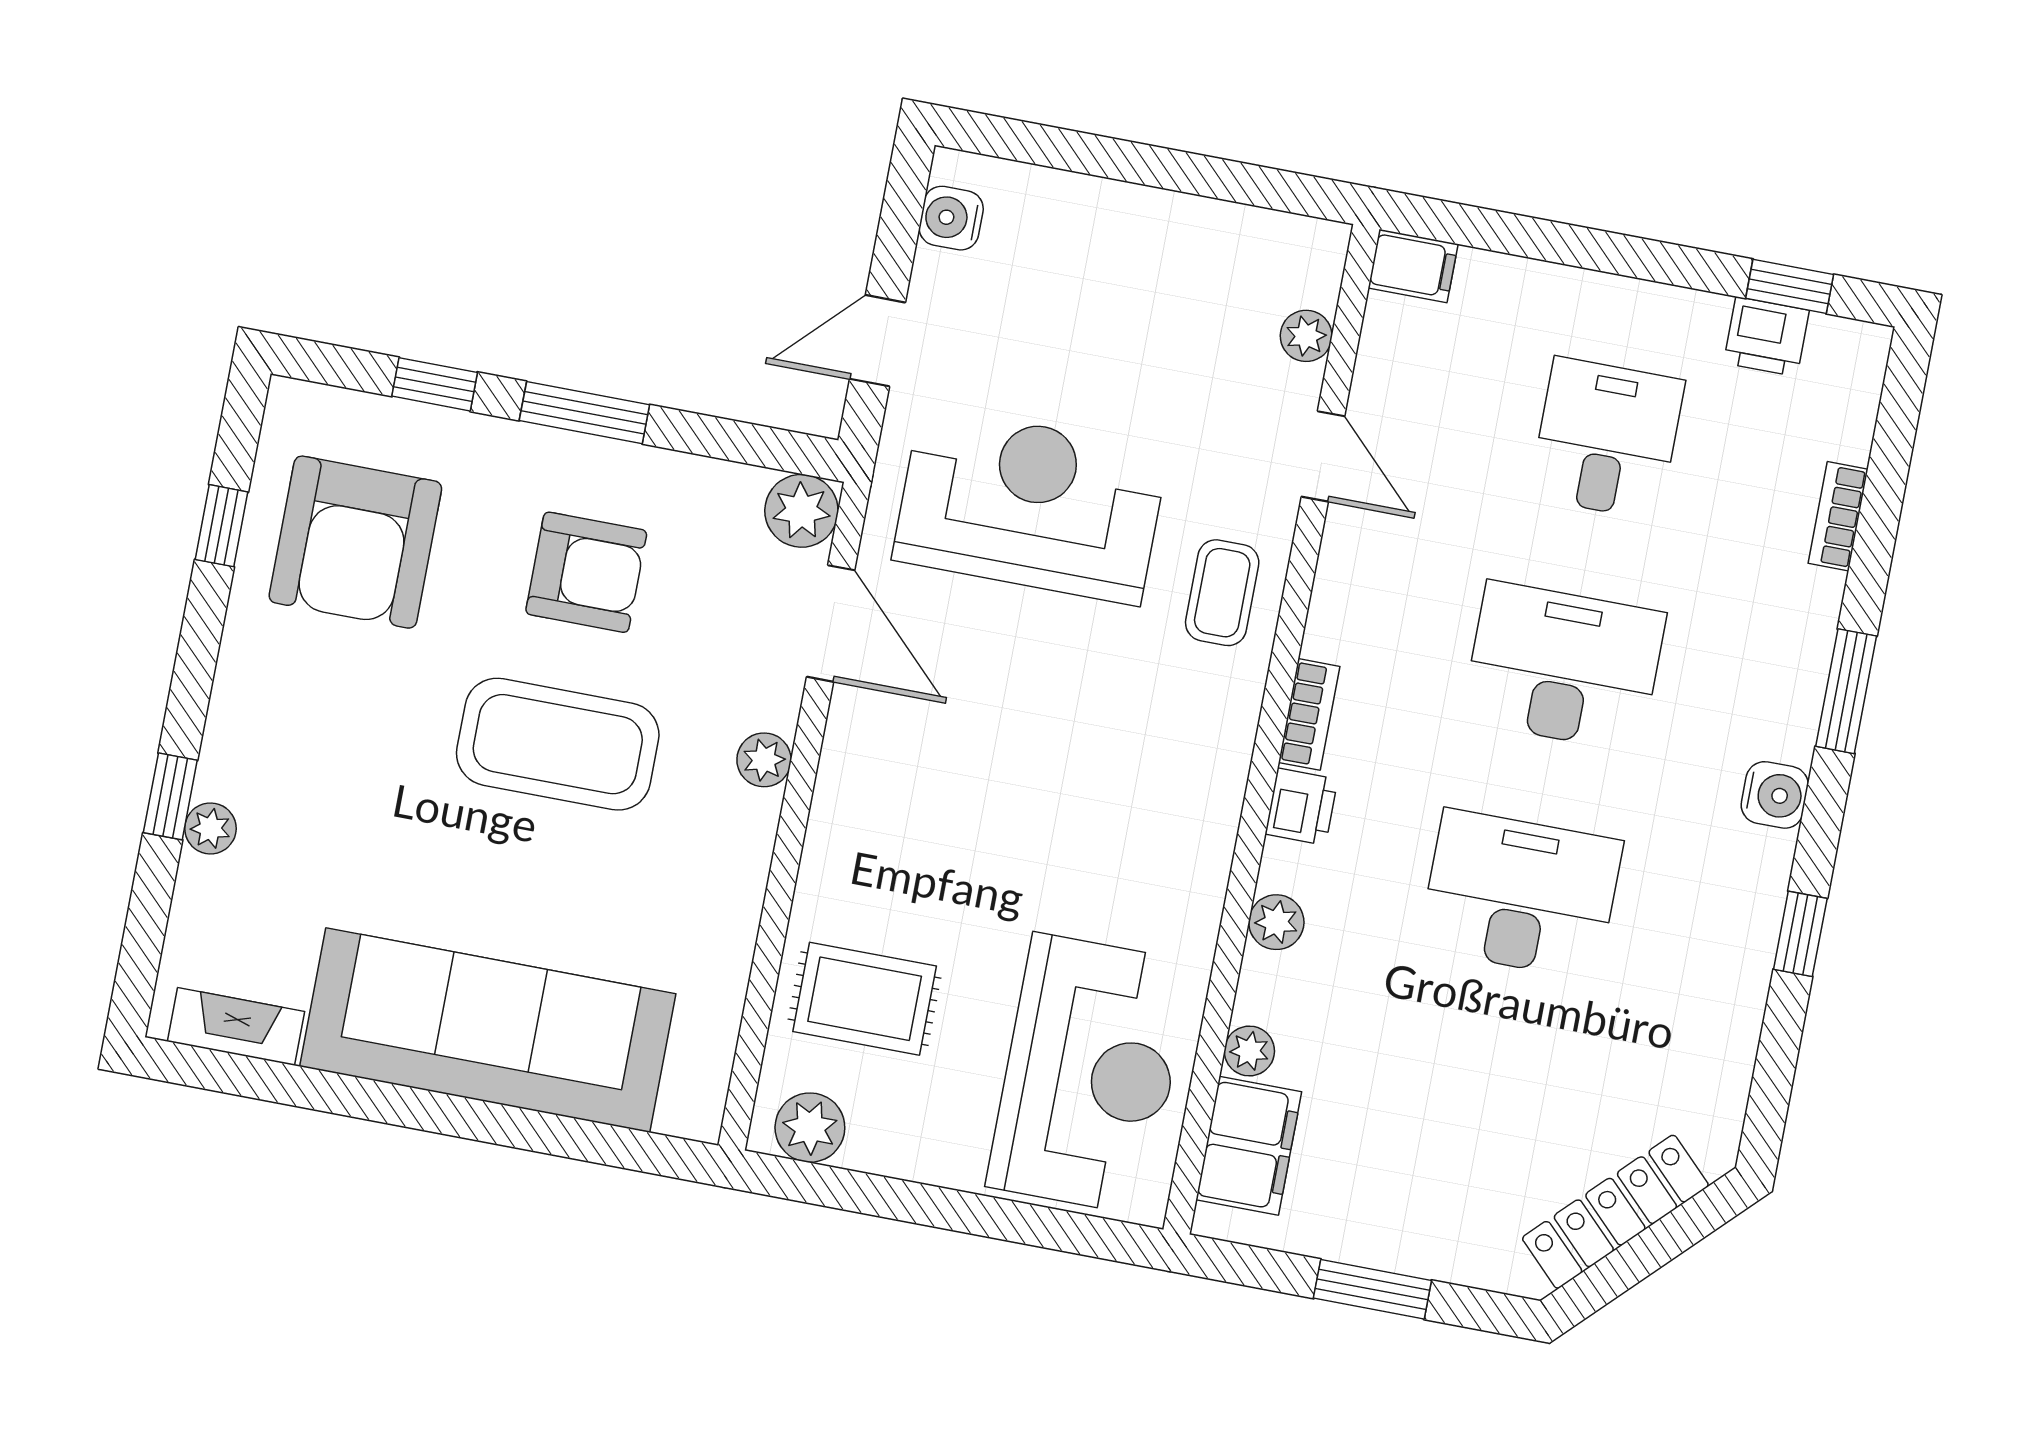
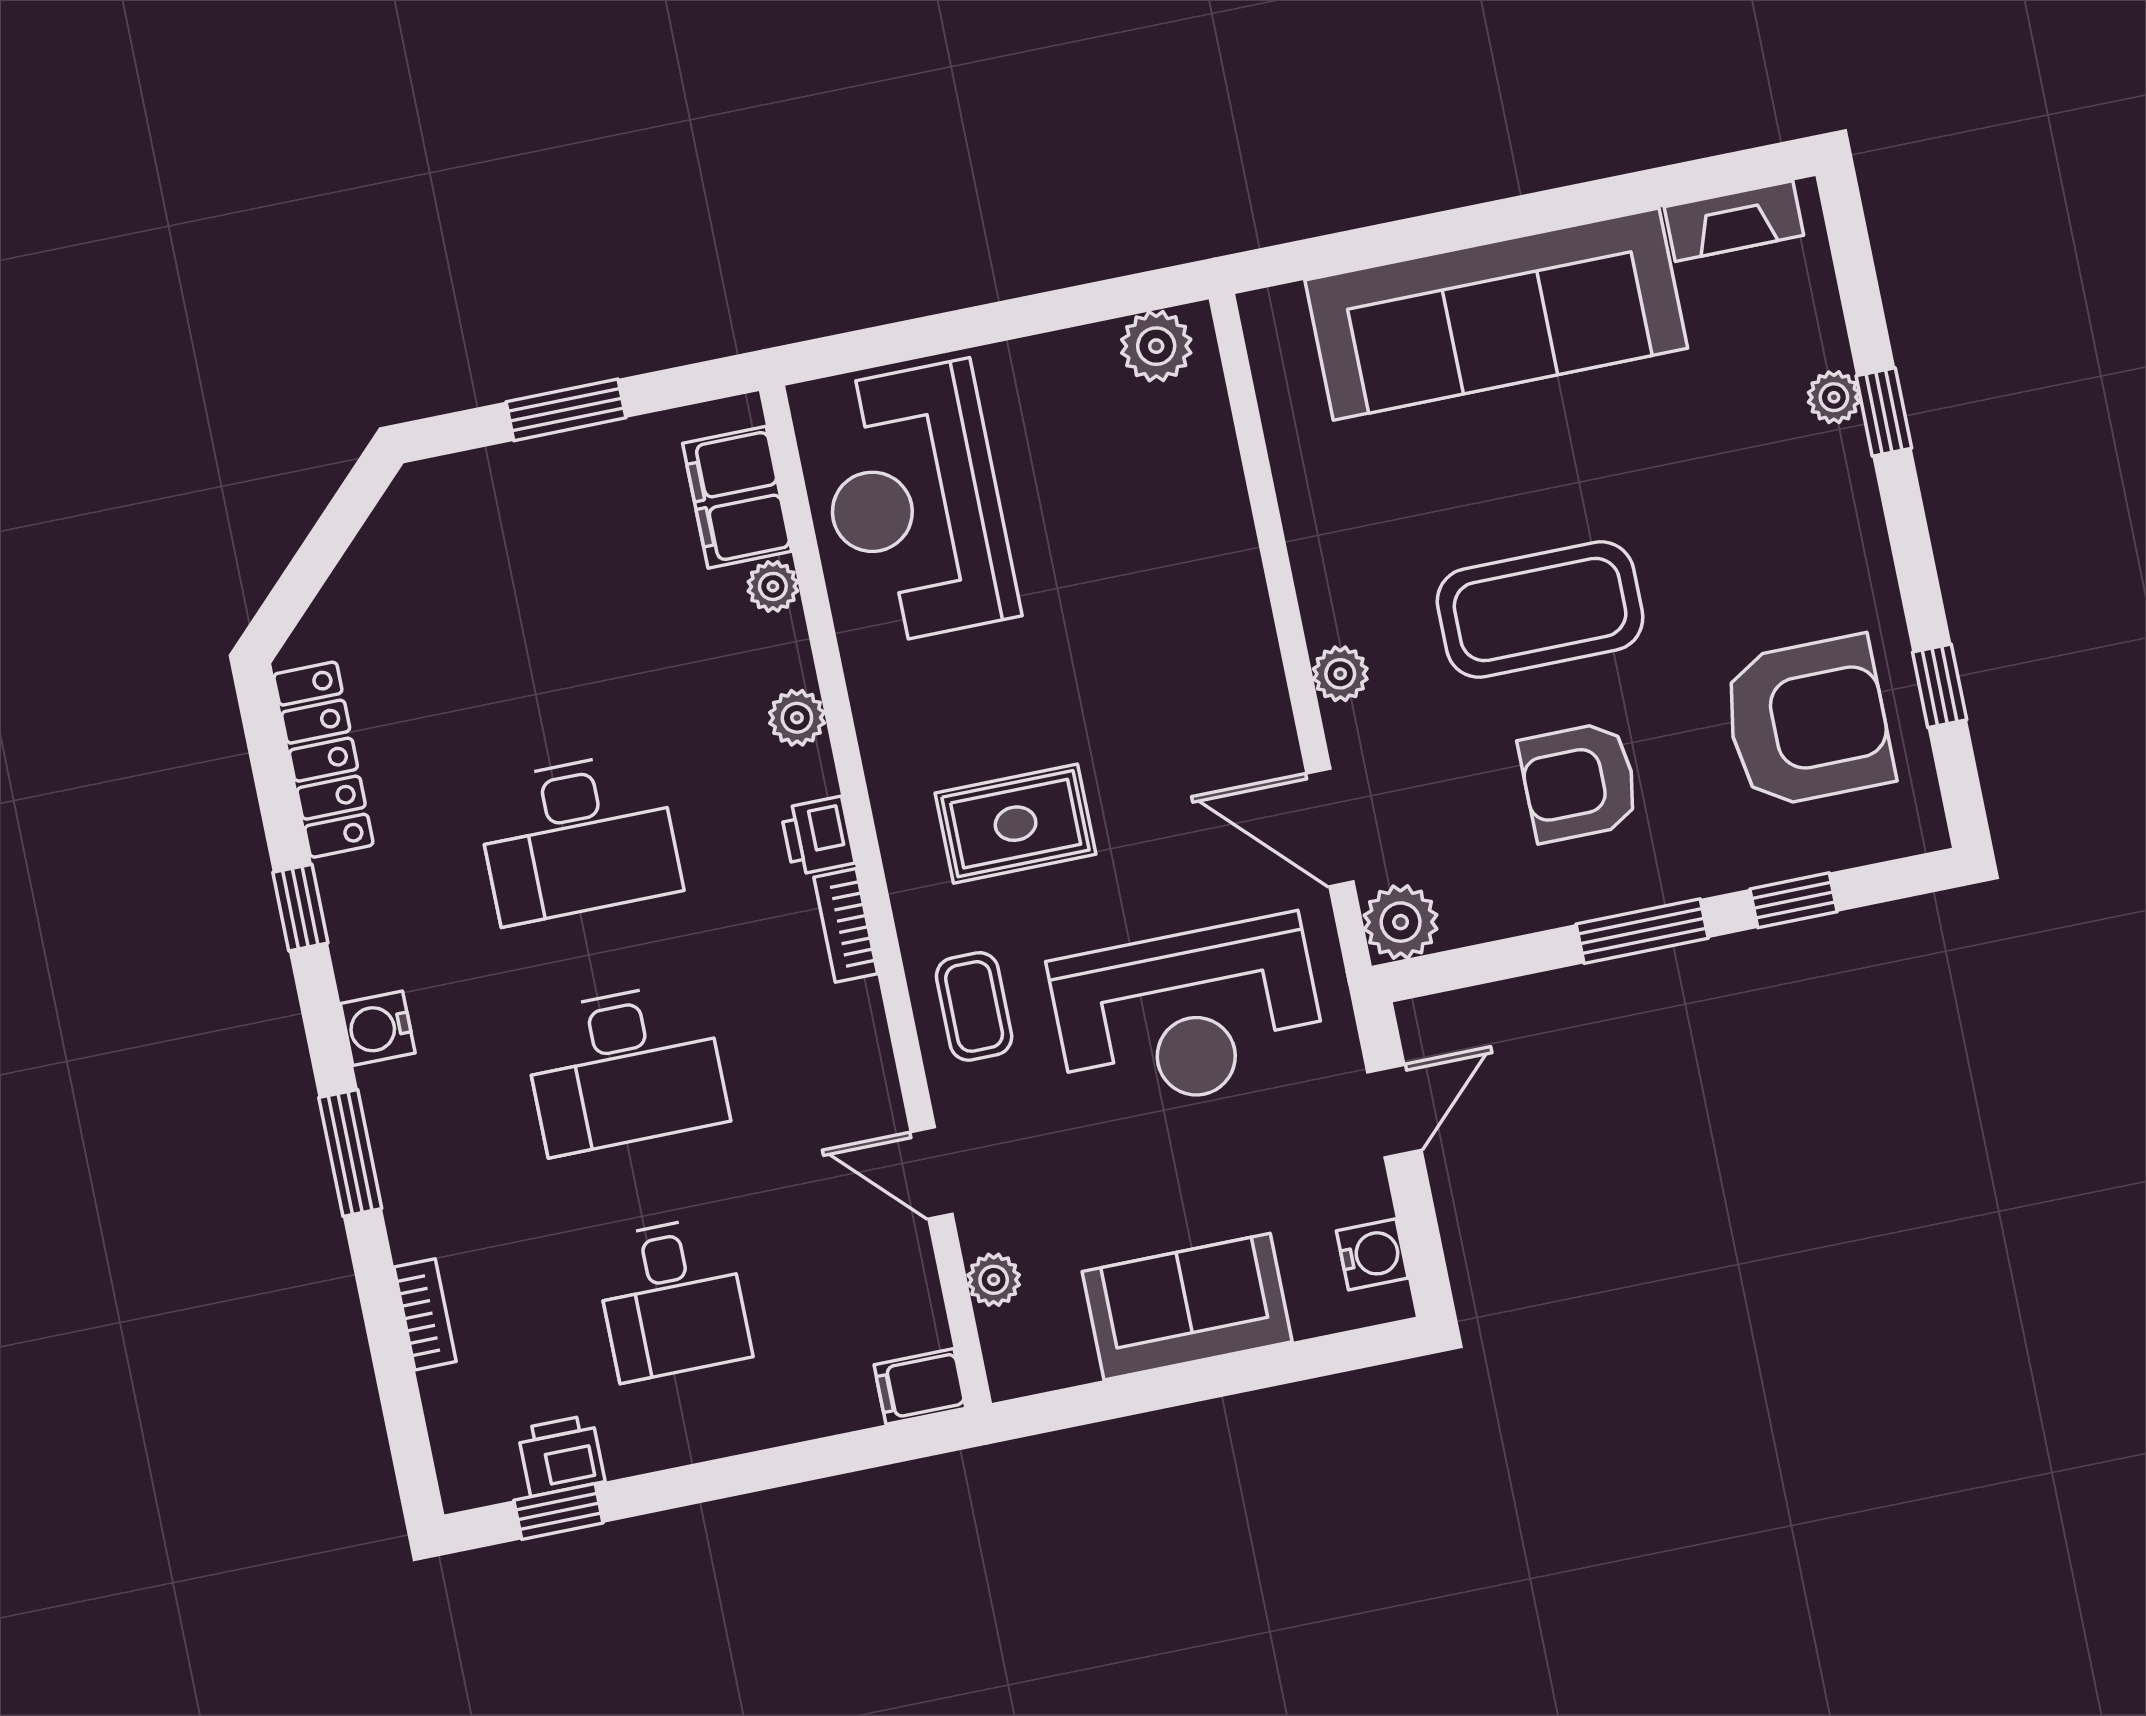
sofa: (1140, 239) -> (1187, 1307), added
armchair: (355, 542) -> (1808, 722), turned 90
rug: (865, 999) -> (1016, 824), moved
locker: (1615, 1212) -> (323, 760), moved, turned -45

